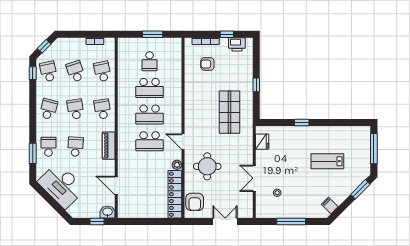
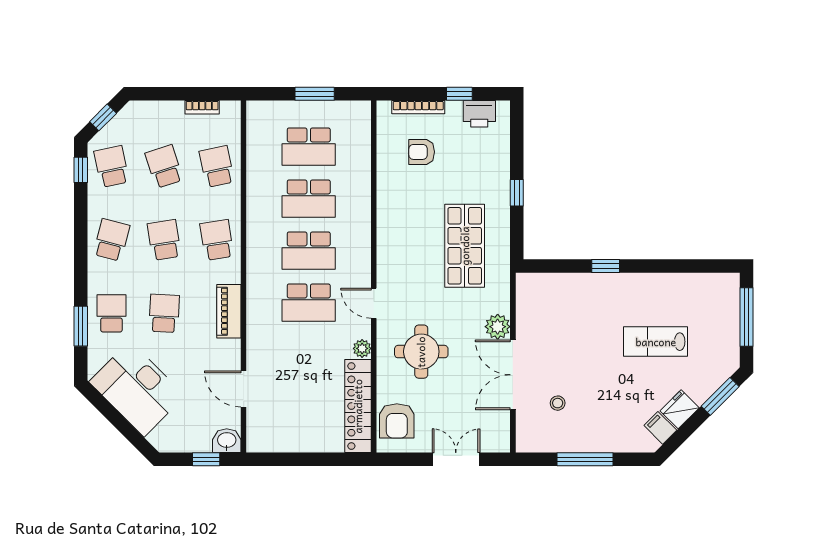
school desk: (150, 61) -> (309, 147), width x1.85
fridge: (262, 142) -> (680, 409), moved, turned -135
plant: (246, 154) -> (498, 327), added
double door: (254, 178) -> (513, 375), width x1.37

